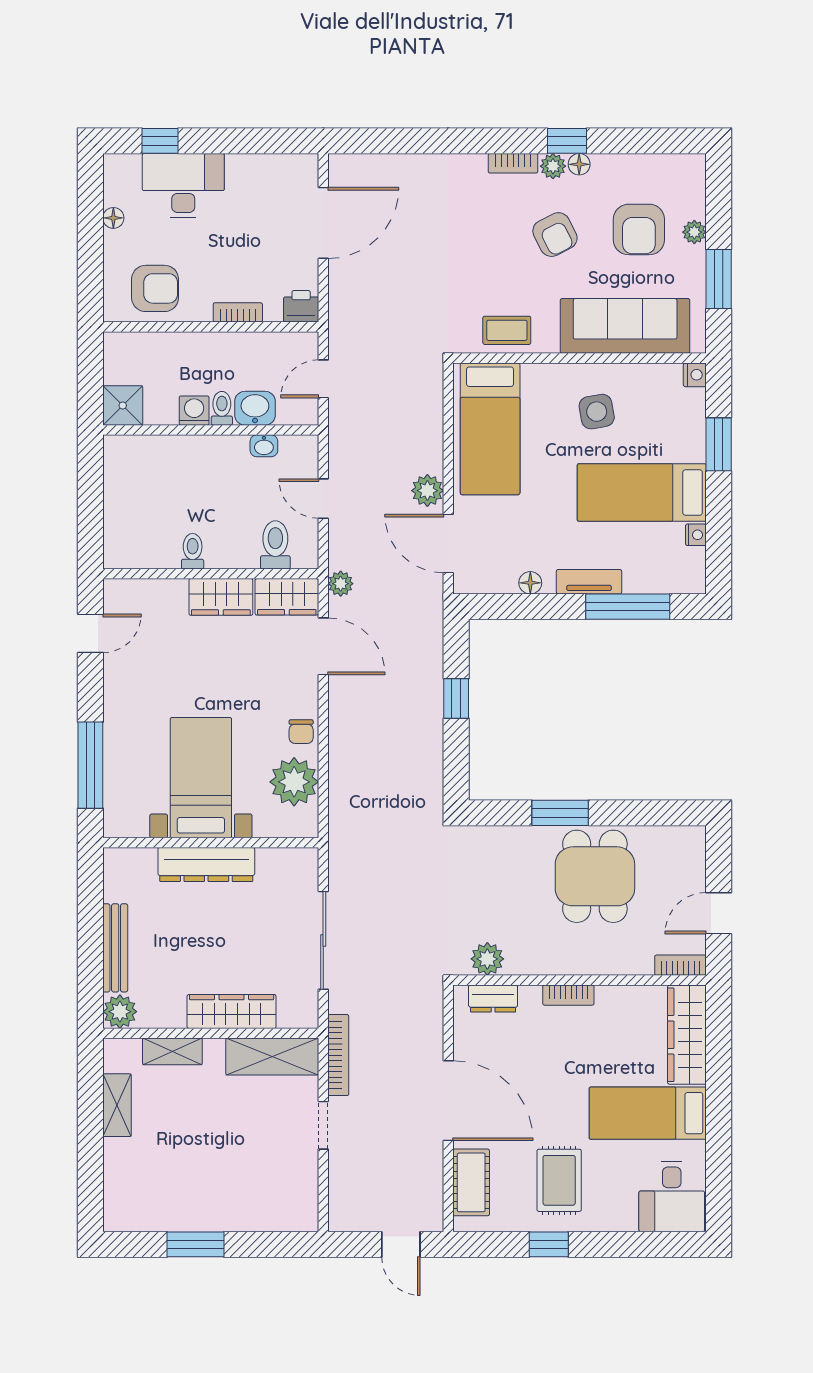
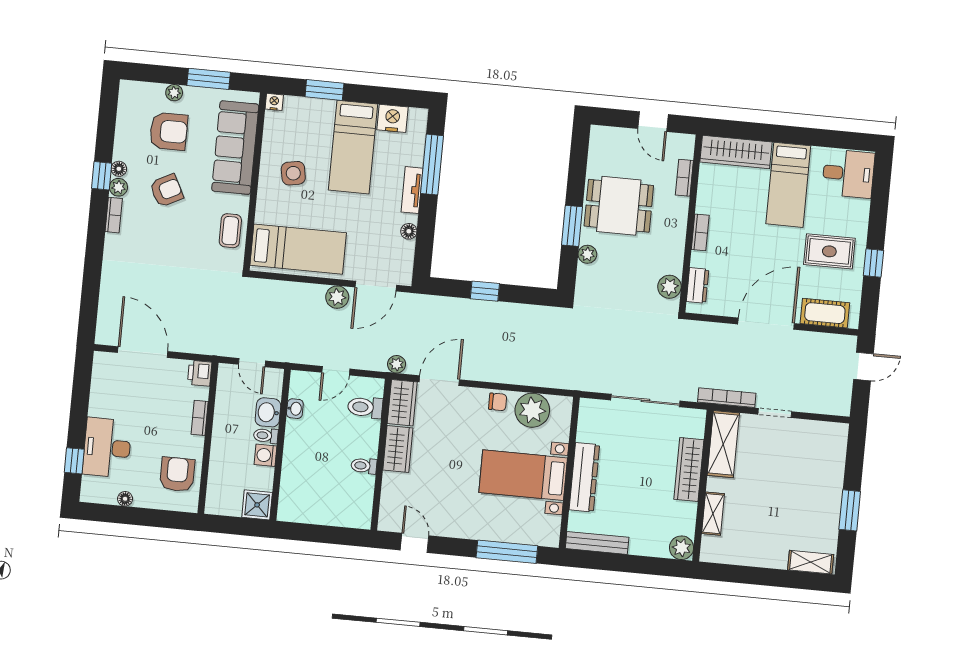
nightstand: (696, 535) -> (393, 118), width x1.89, depth x1.79
plant: (522, 838) -> (587, 254), added
bench: (115, 948) -> (597, 543), moved
bookcase: (680, 965) -> (684, 178), moved
shelving: (117, 1105) -> (811, 562), moved

